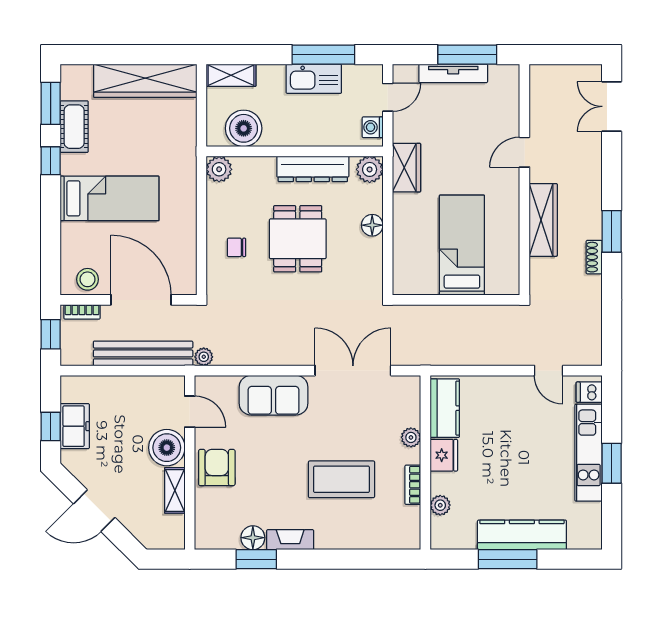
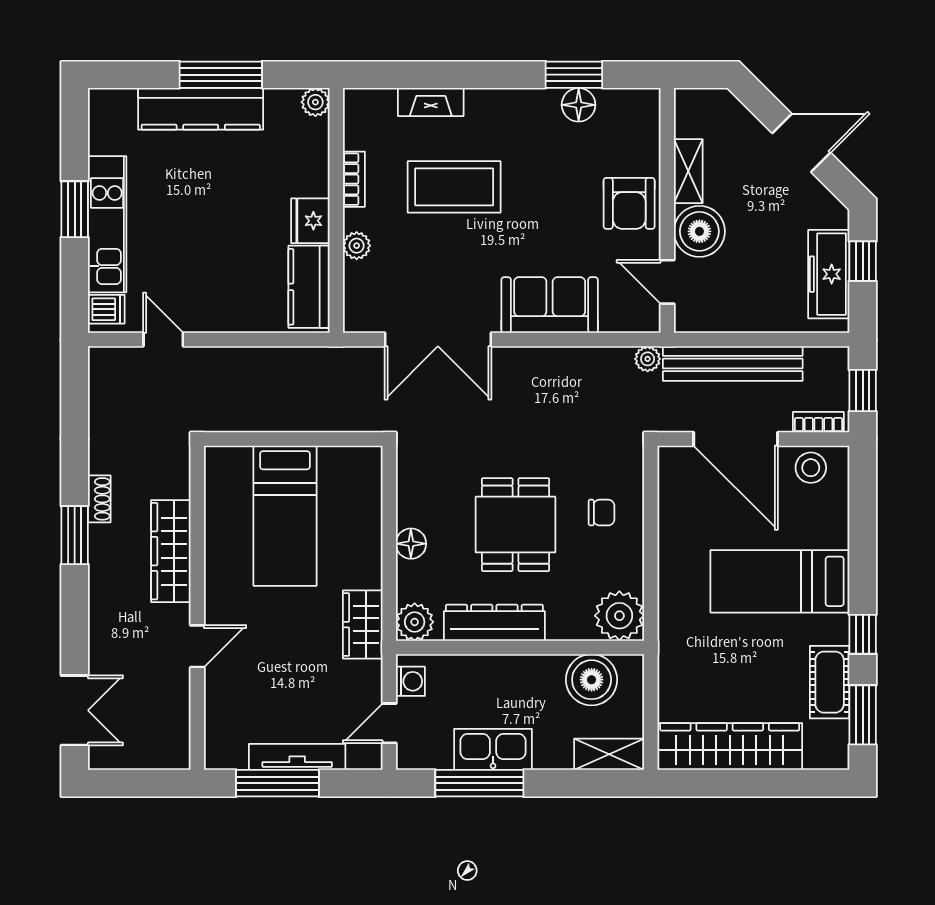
plant: (219, 169) -> (619, 616), width x1.36, depth x1.36
freezer: (75, 426) -> (829, 274), width x1.40
plant: (440, 505) -> (315, 102), moved
fireplace: (290, 540) -> (431, 102), moved

